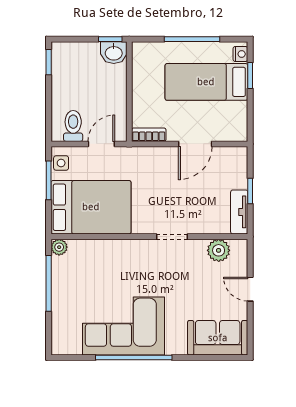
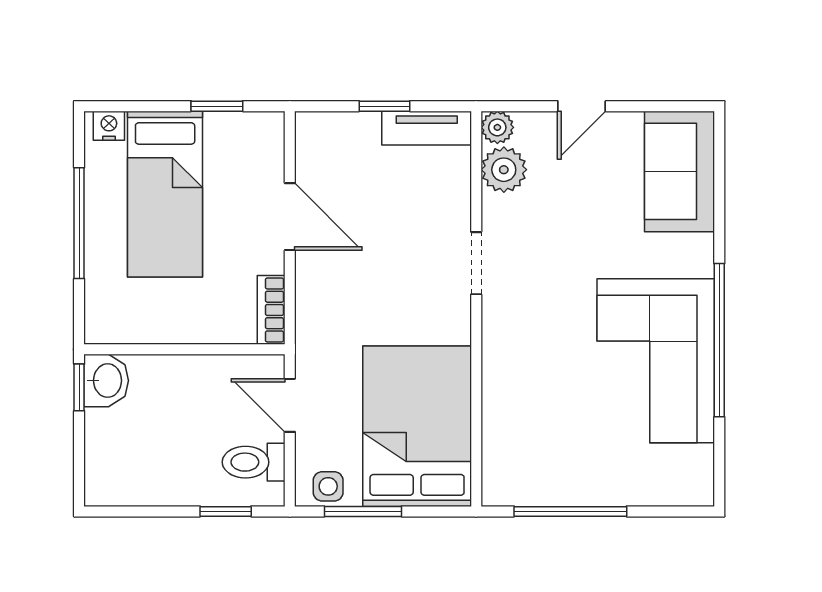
window: (49, 62) -> (226, 511), moved
window: (250, 75) -> (217, 106), moved
plant: (59, 247) -> (497, 127), moved

